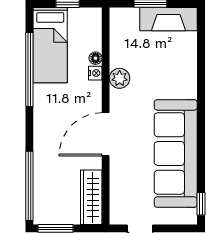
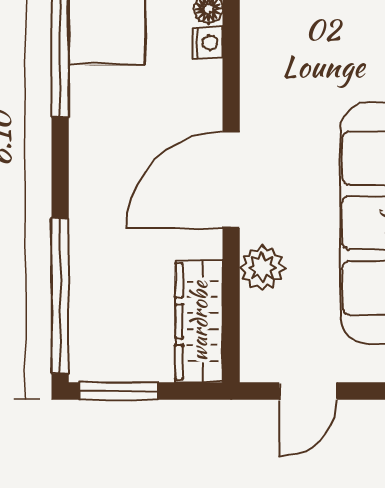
plant: (120, 78) -> (262, 268), moved

